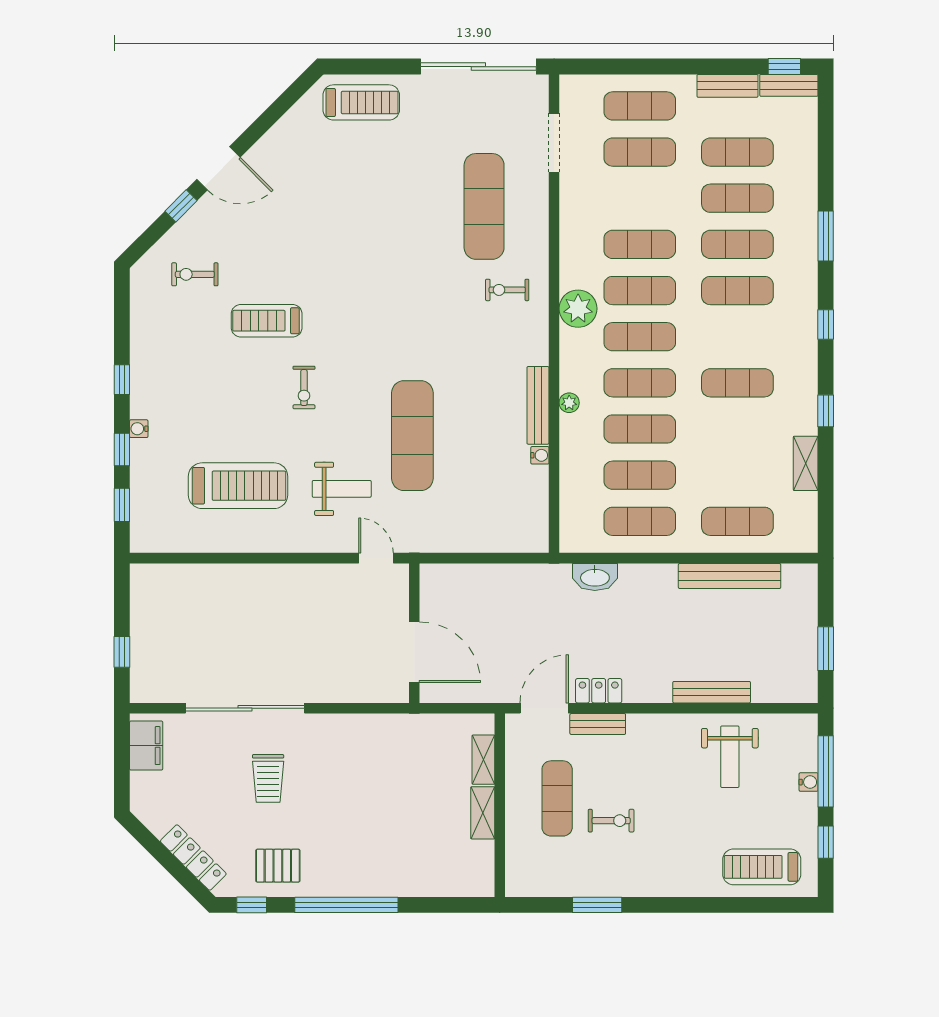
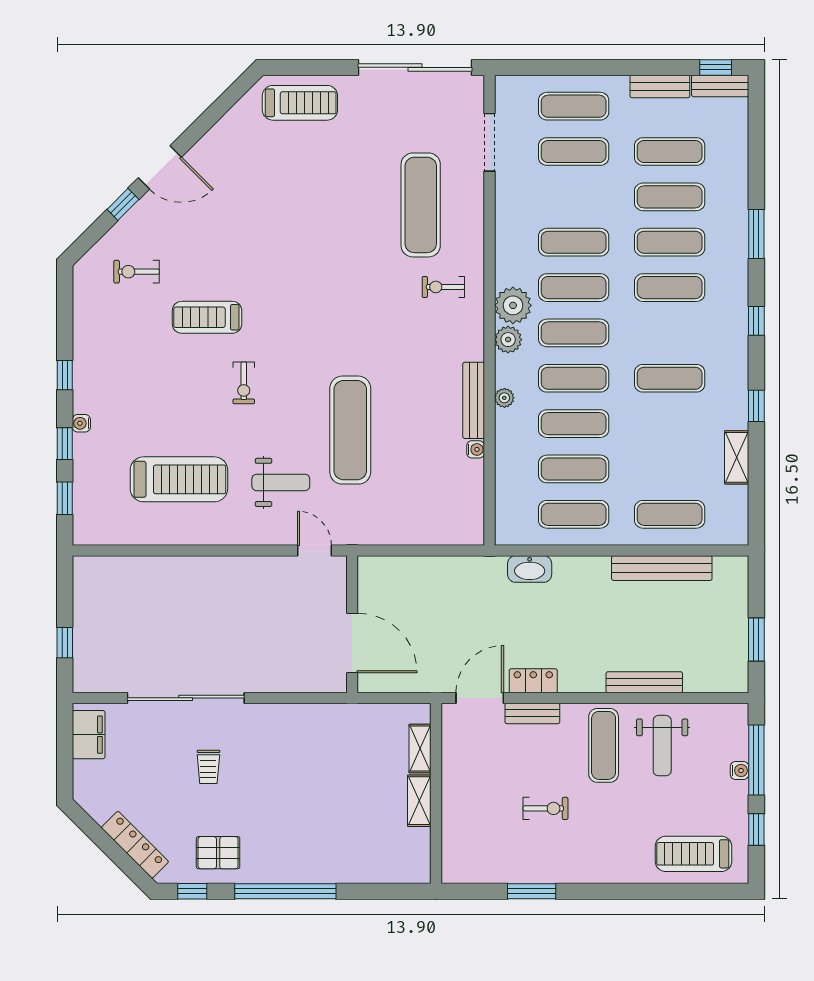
plant: (573, 343) -> (508, 340), added
trolley: (268, 778) -> (208, 767), width x0.73, depth x0.72
exercise mat: (557, 798) -> (604, 745), moved

